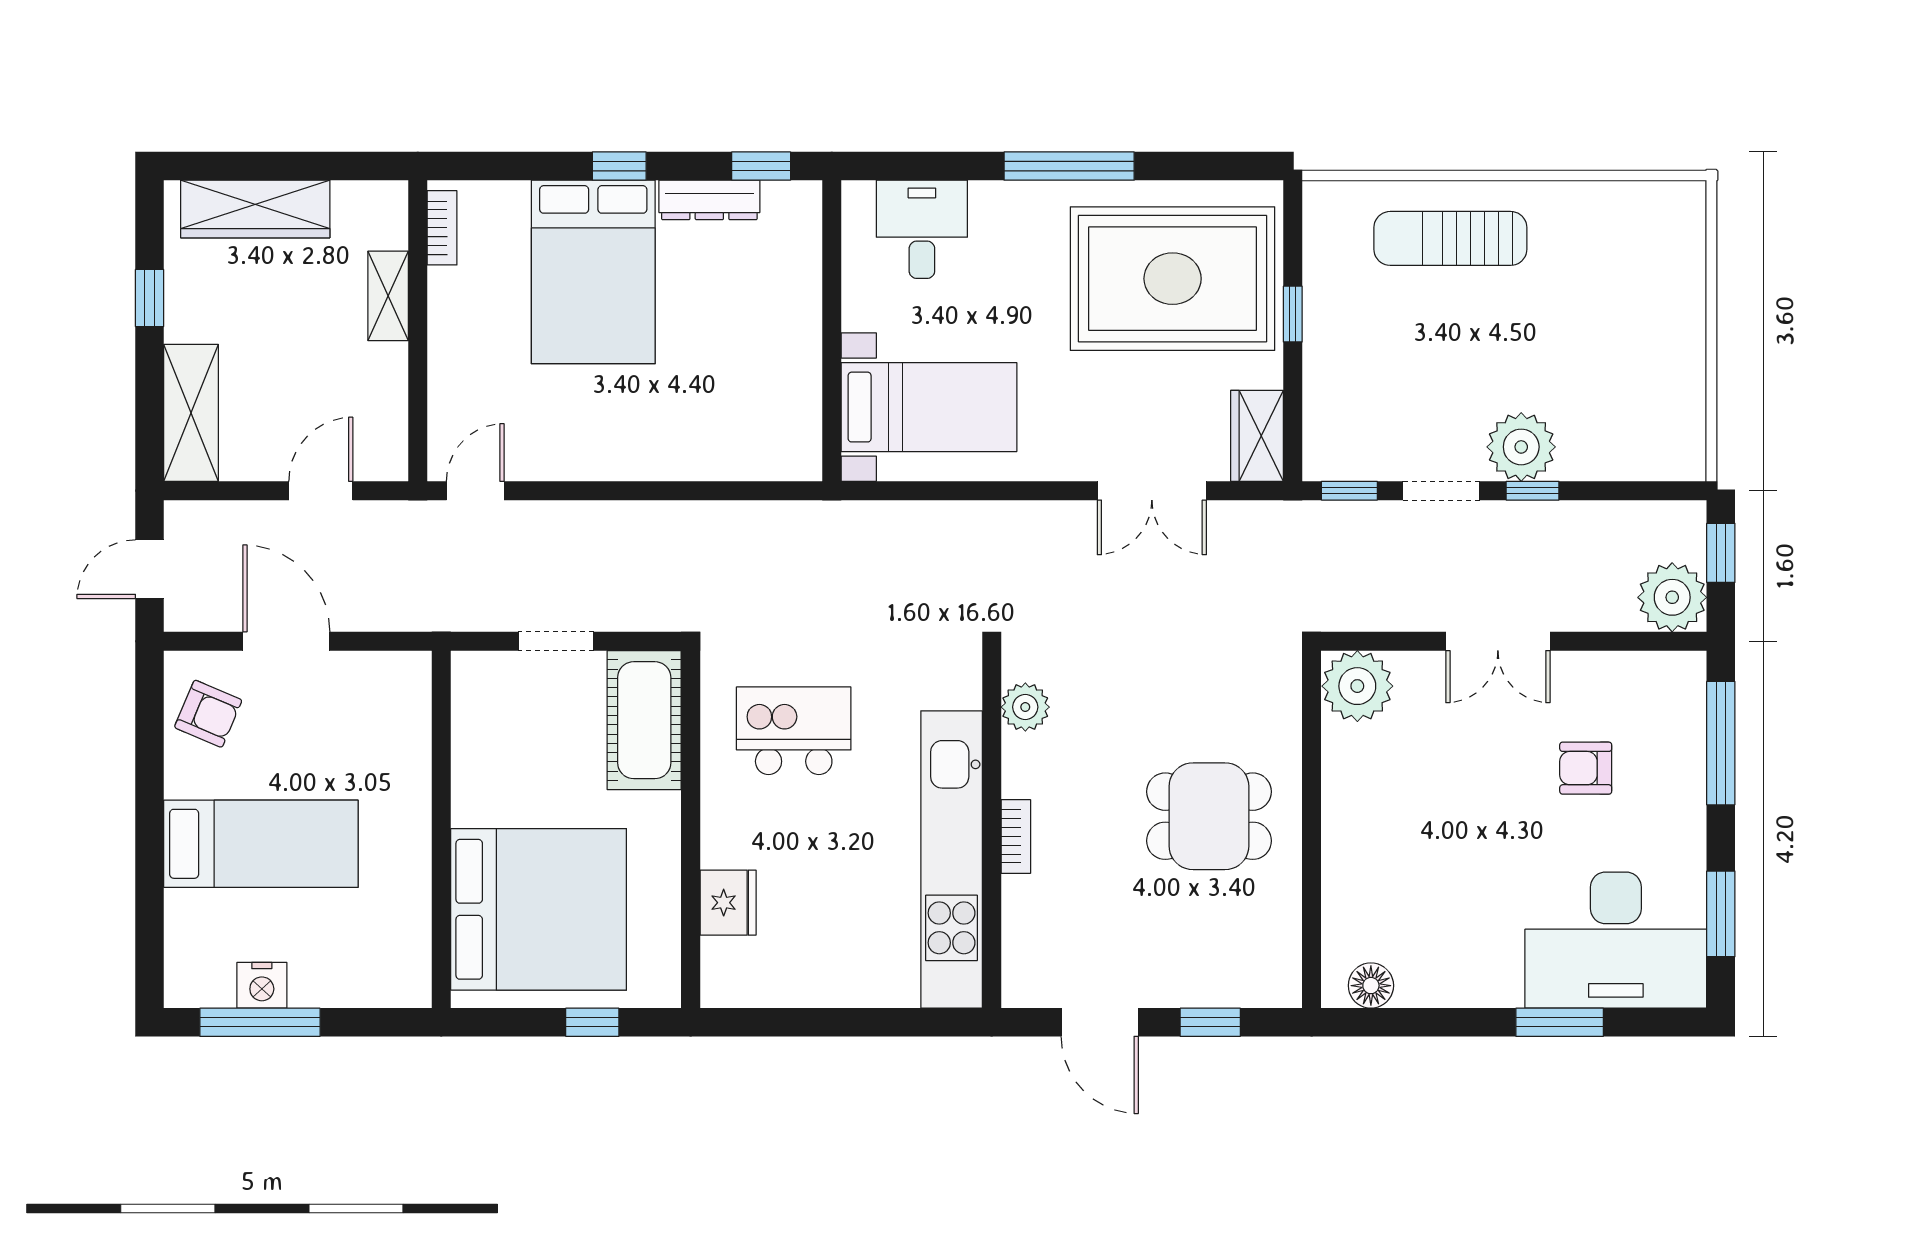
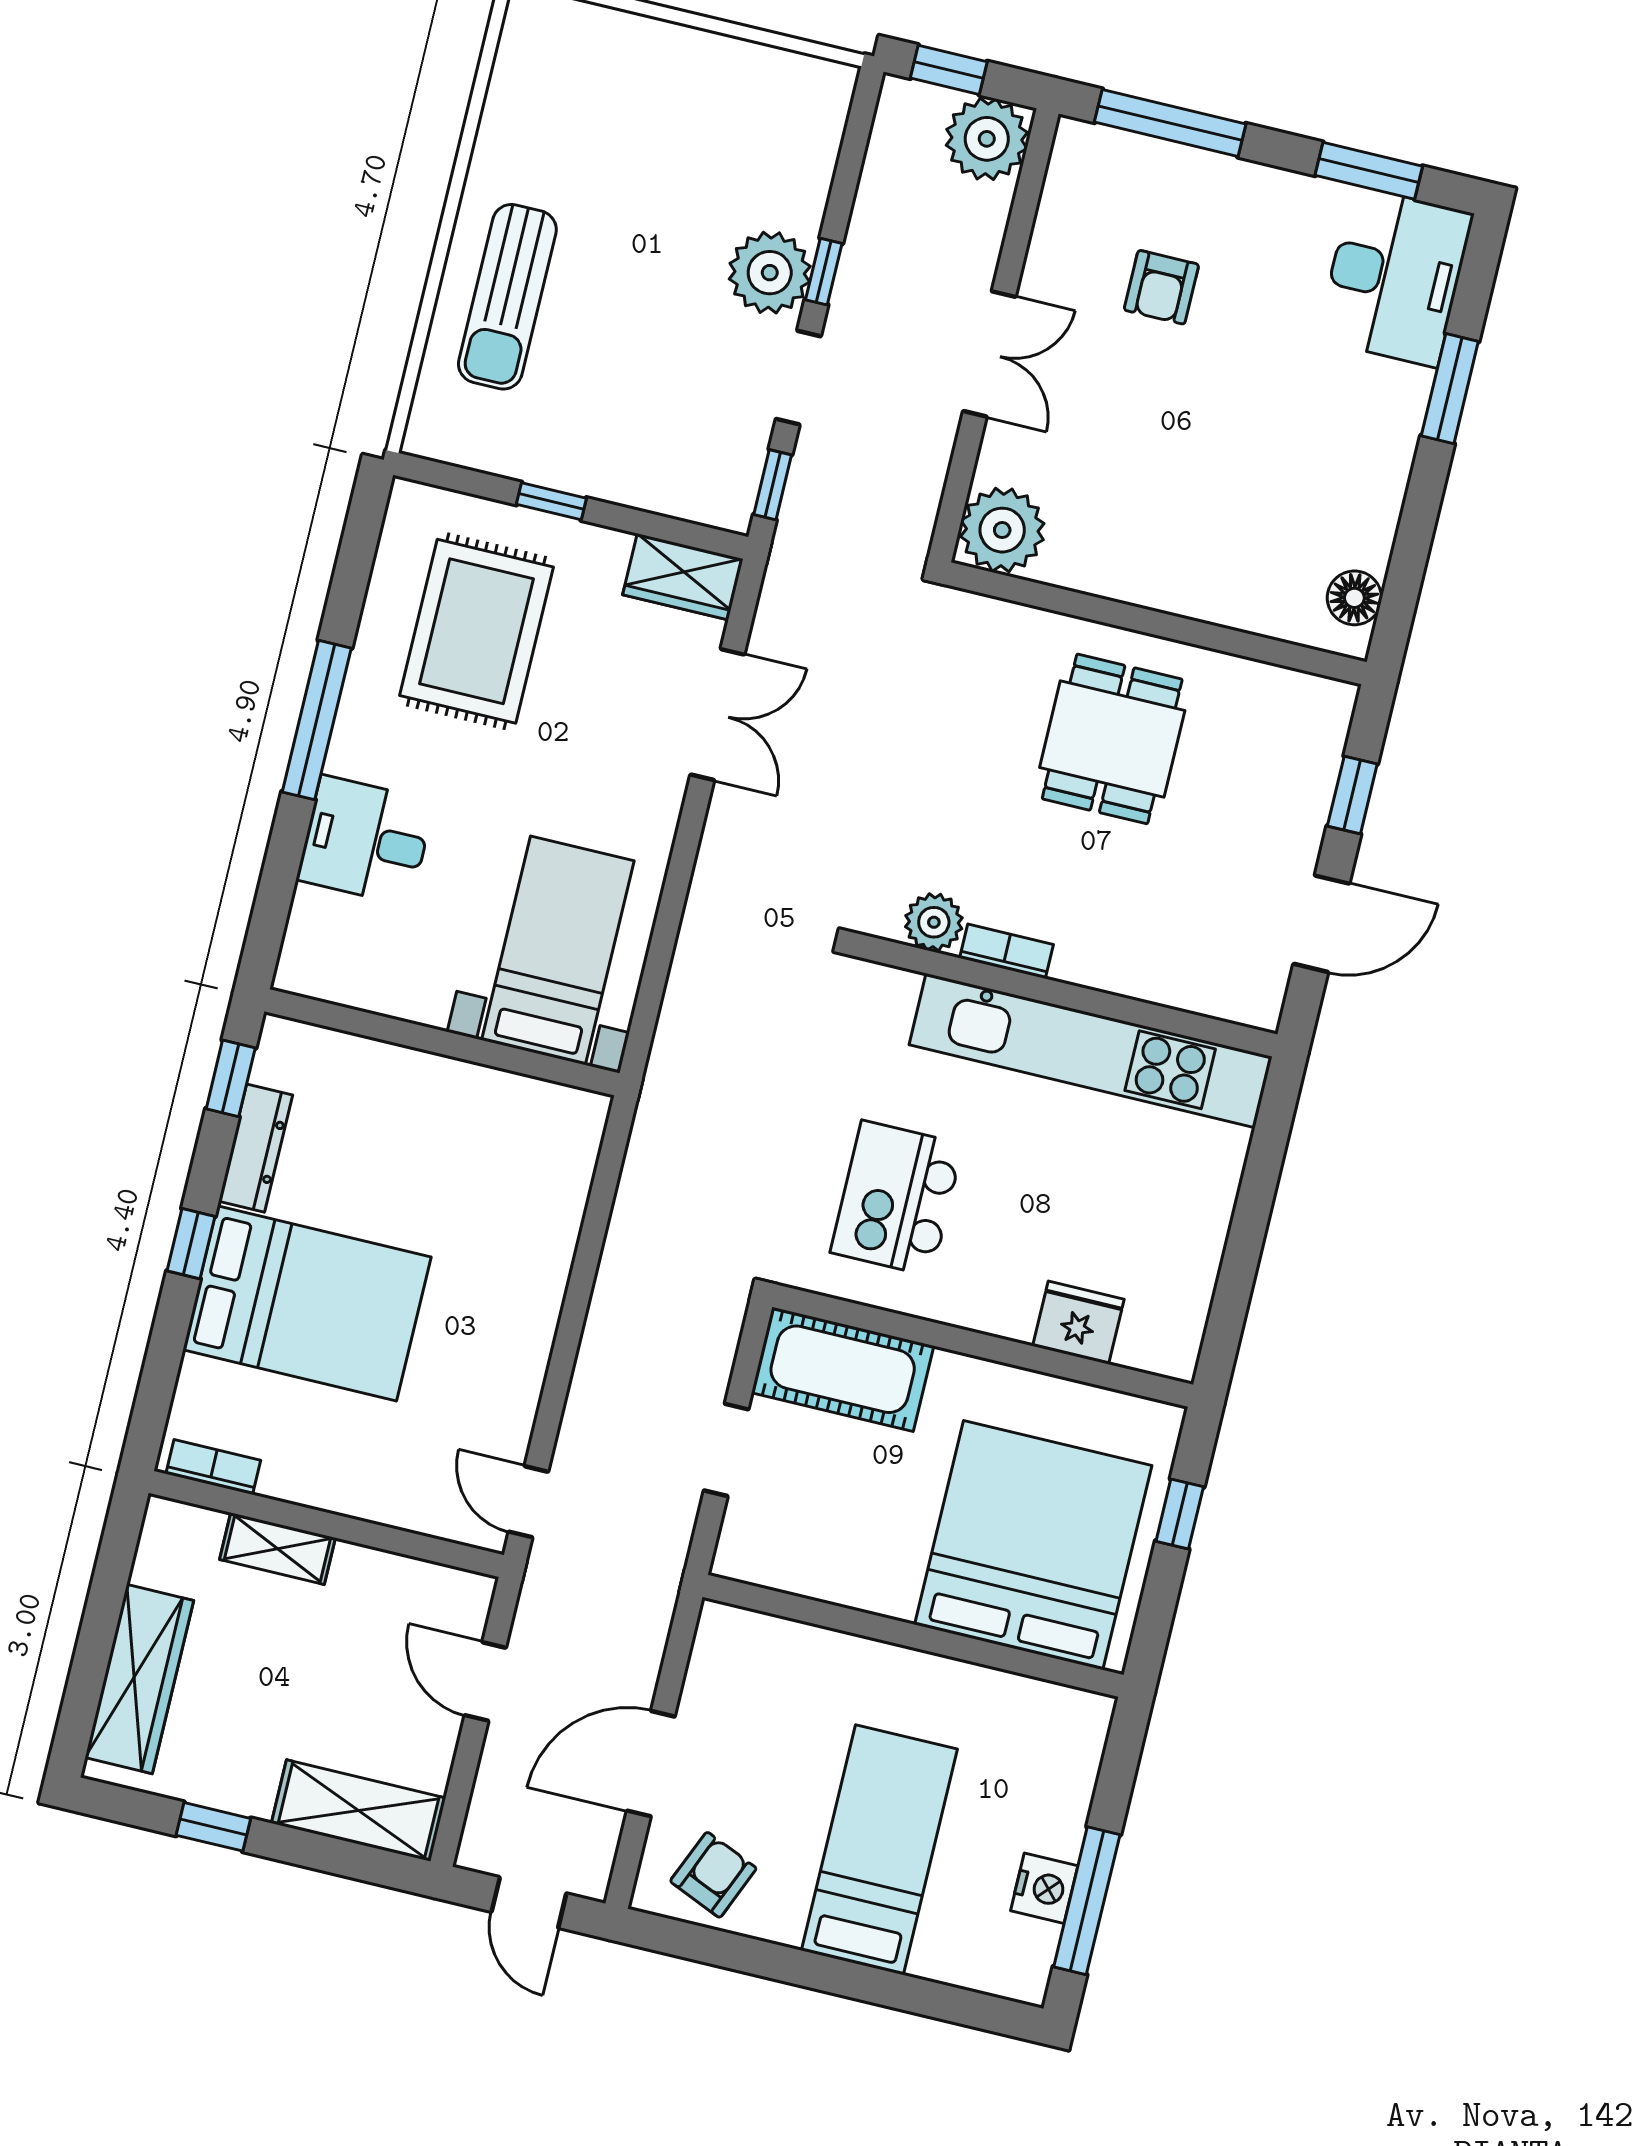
desk: (922, 229) -> (366, 840), moved
rug: (1173, 279) -> (477, 631), width x0.73, depth x0.69
bookcase: (1016, 836) -> (1006, 951), moved
desk: (1616, 940) -> (1395, 276), width x0.73, depth x0.77

